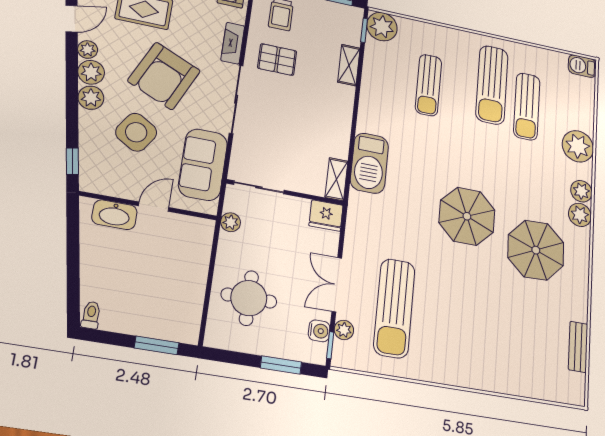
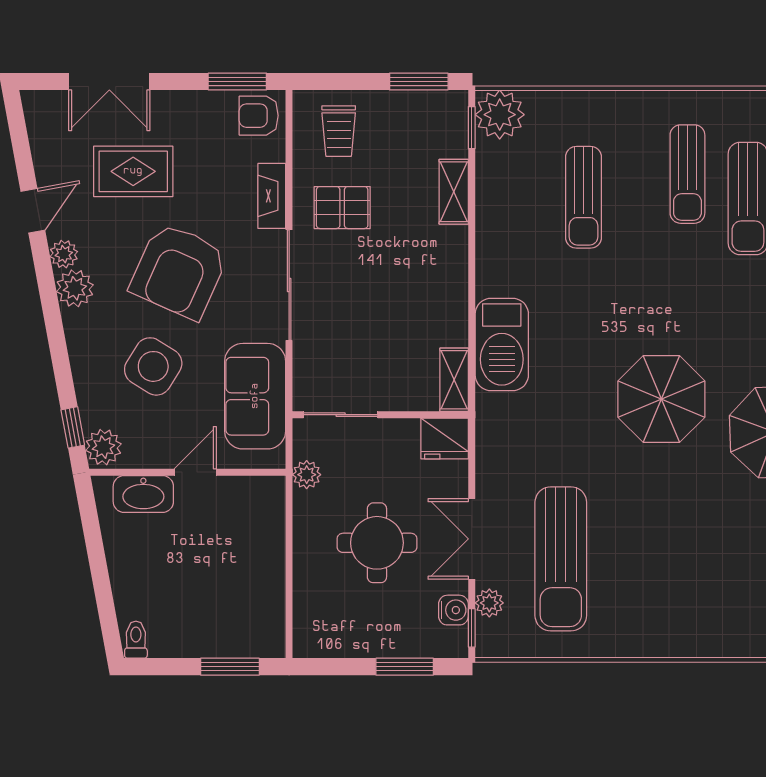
sun lounger: (492, 85) -> (687, 174), width x0.73, depth x0.75
plant: (91, 98) -> (103, 447), moved
round table: (249, 298) -> (377, 543), moved

